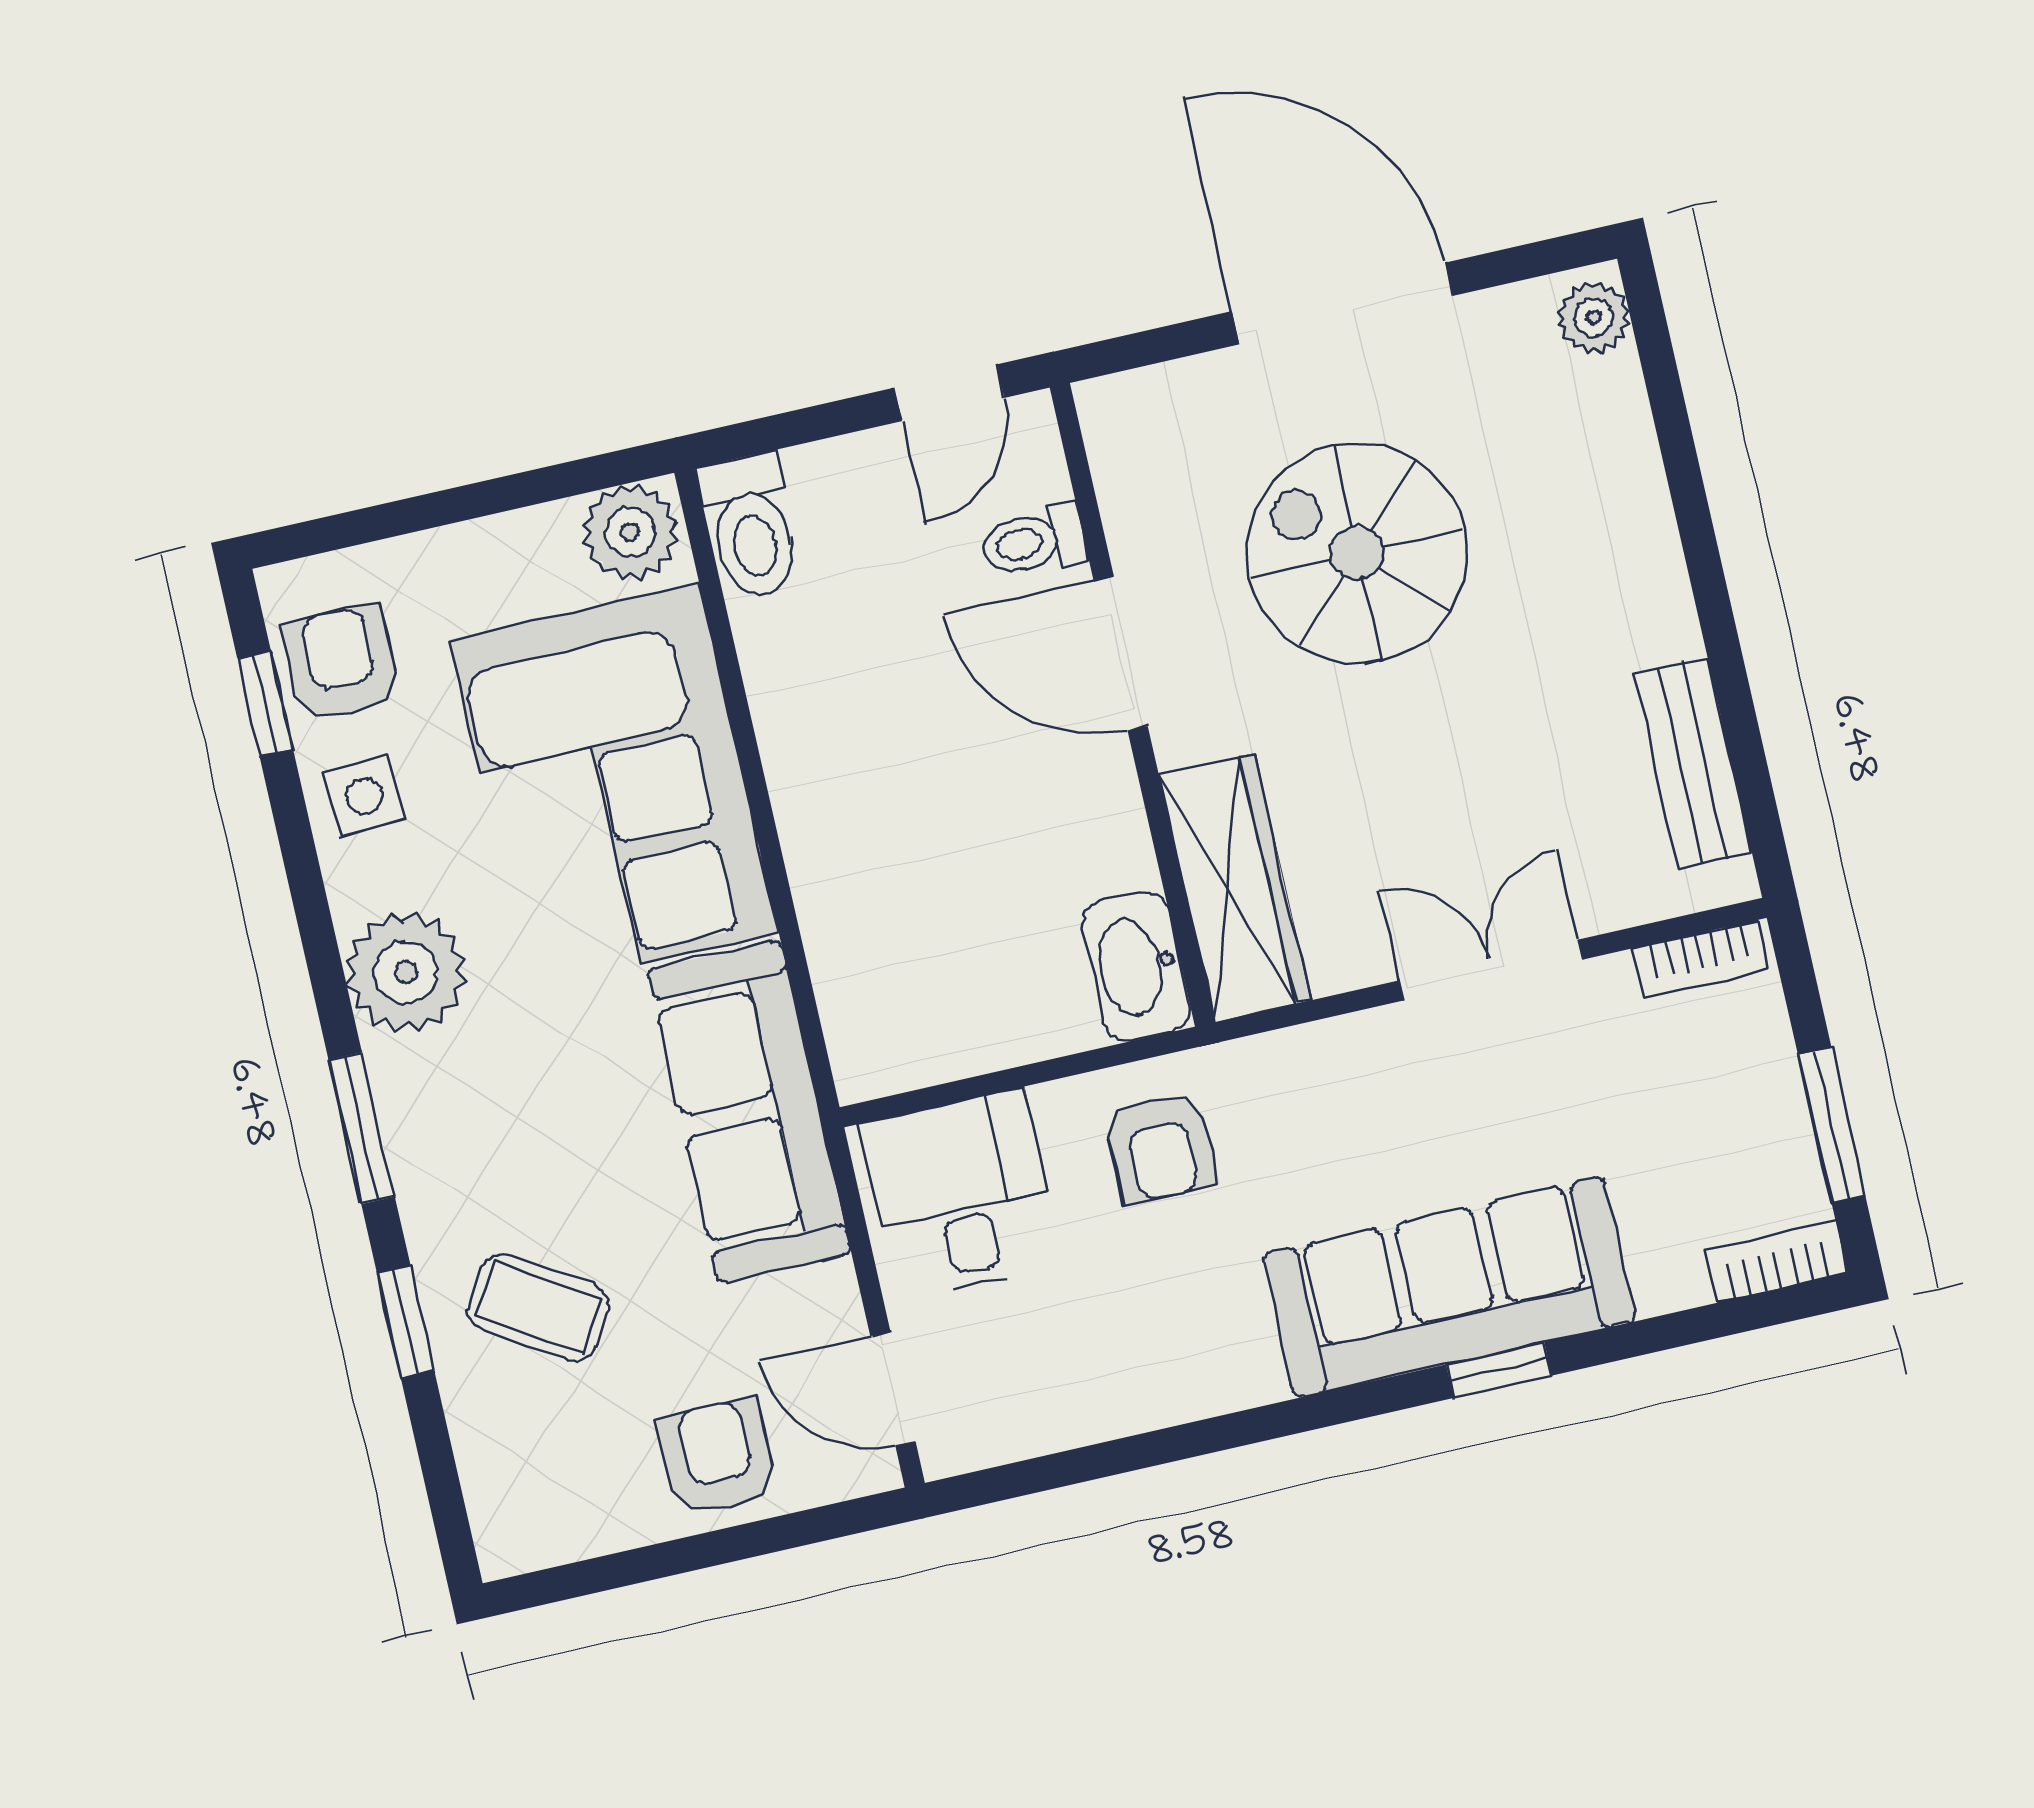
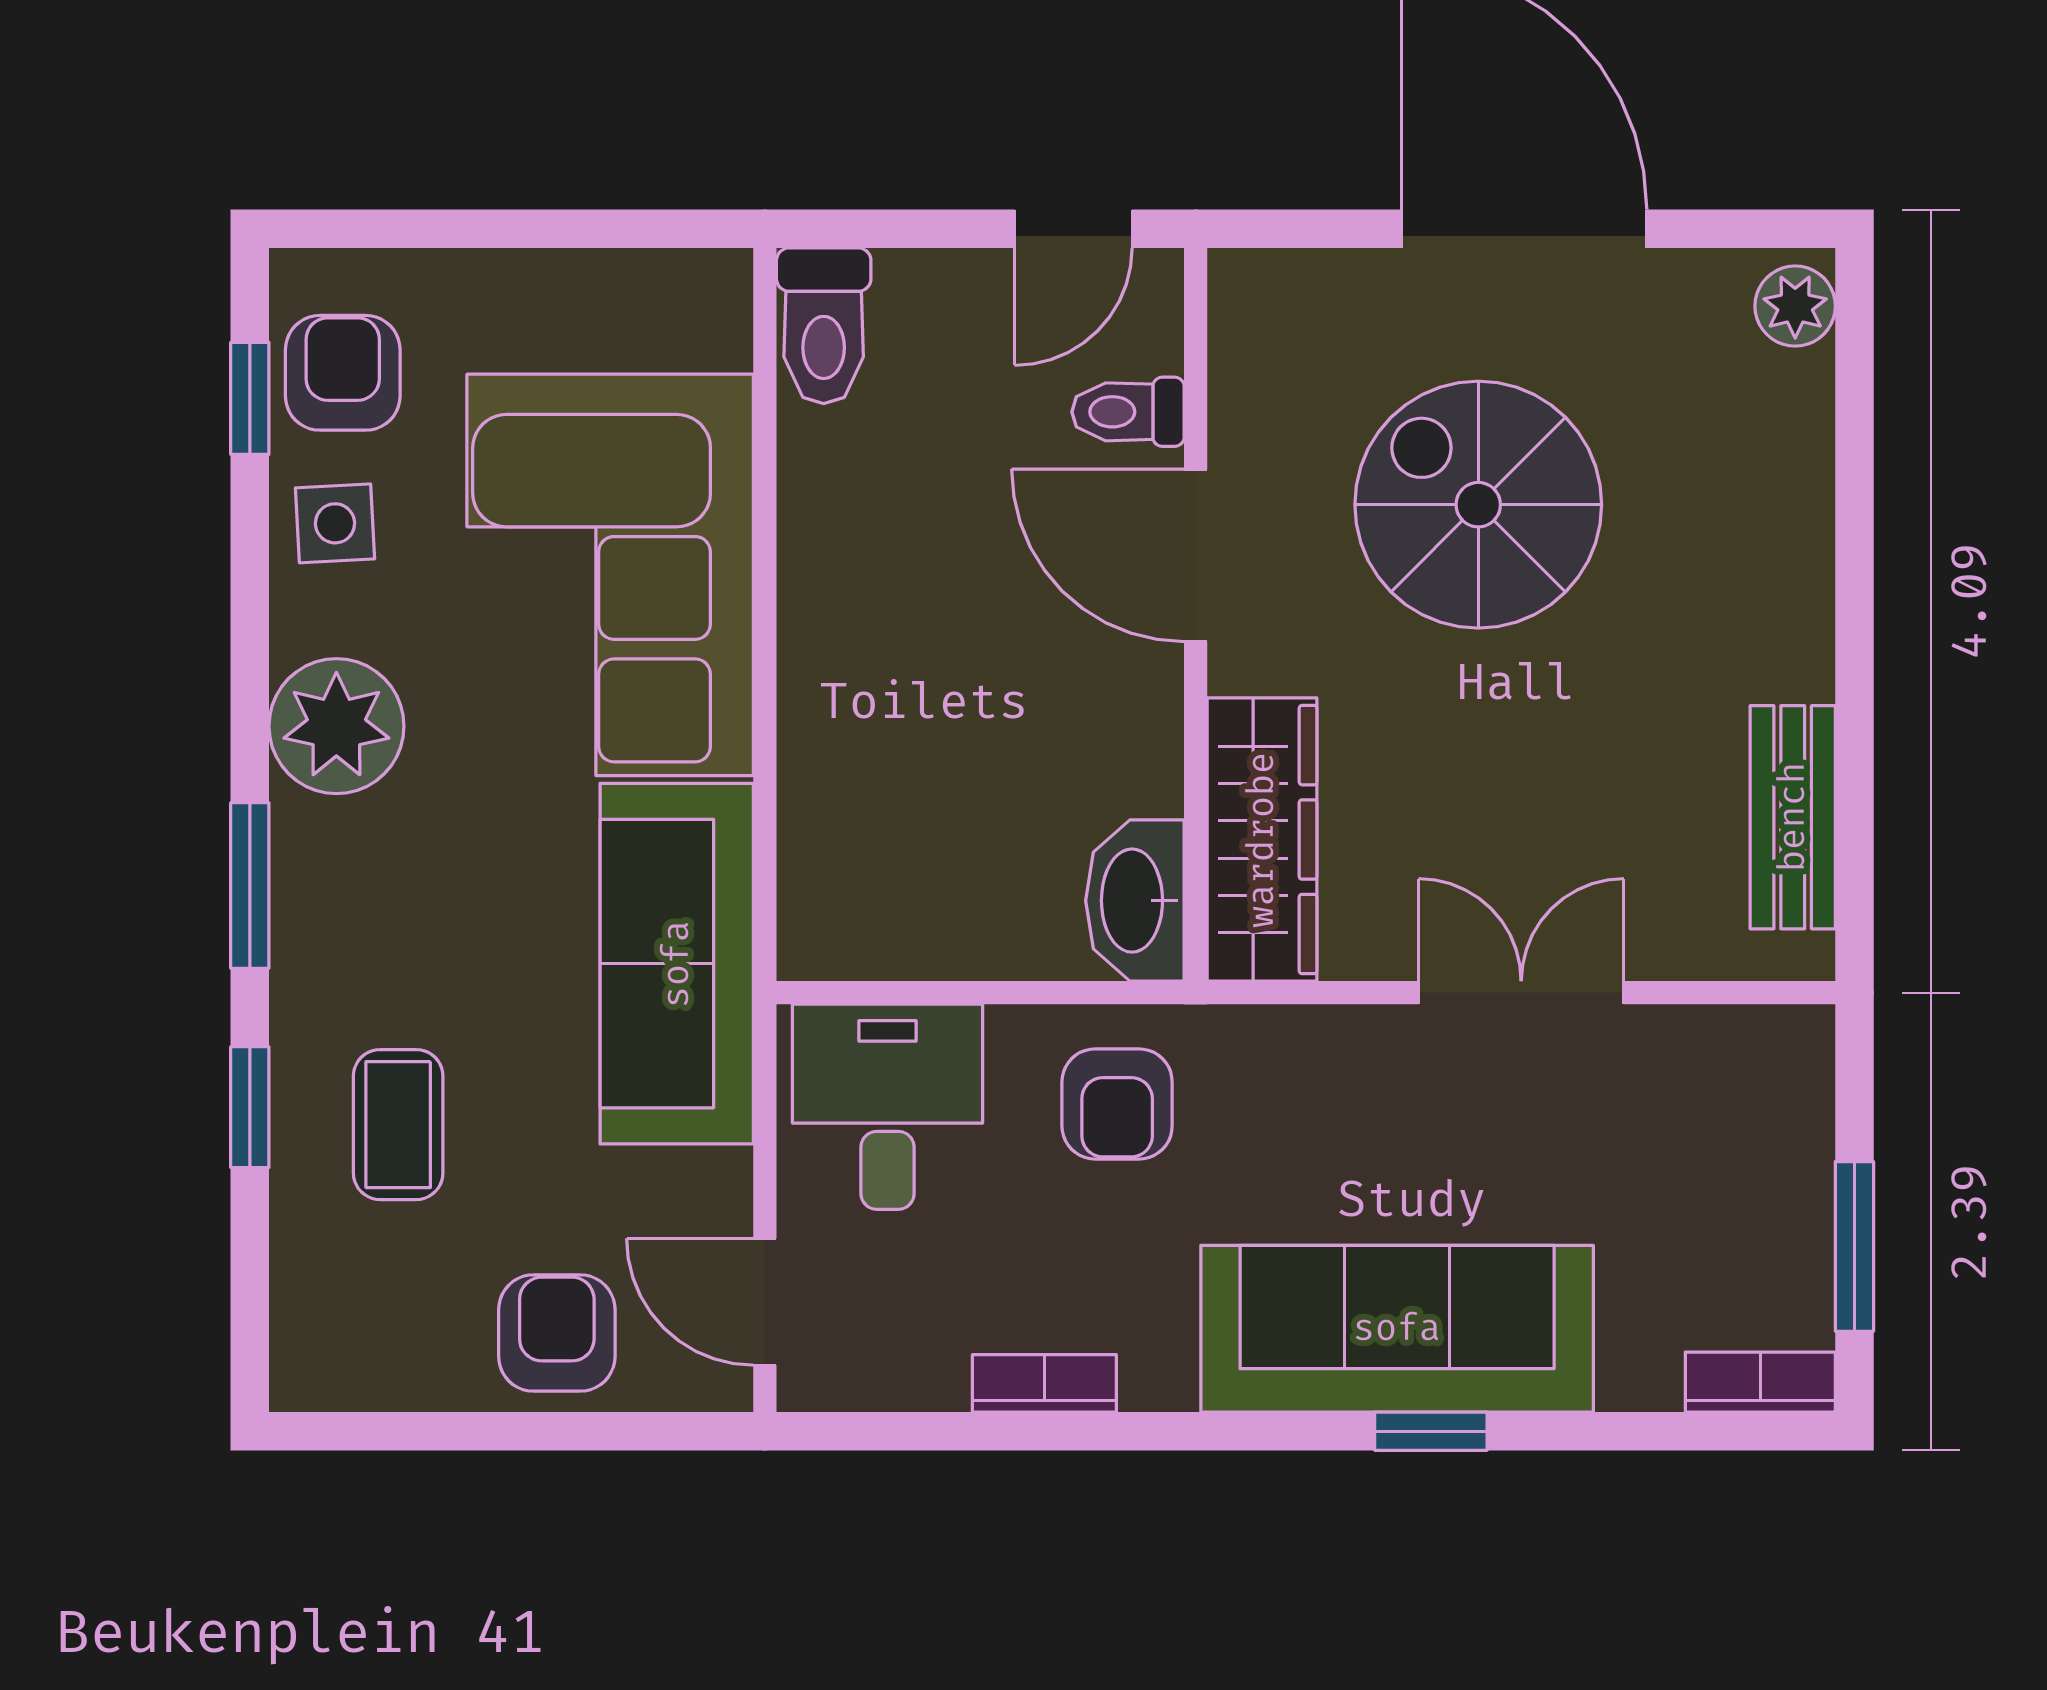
plant: (630, 532) -> (691, 301), removed
bookcase: (1701, 959) -> (1044, 1383), moved, turned 180
coffee table: (538, 1307) -> (398, 1125), turned 58

